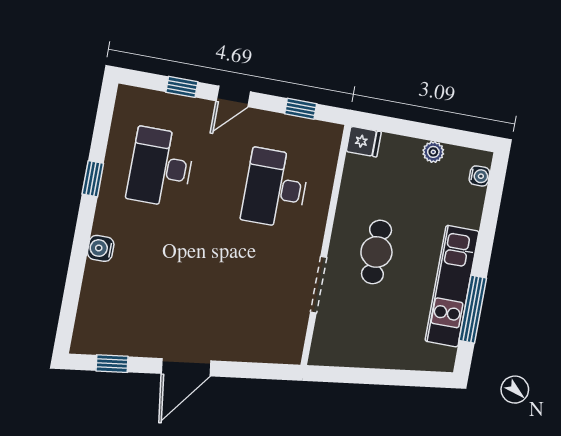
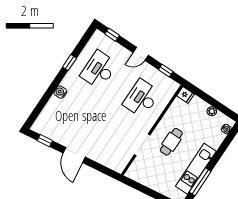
window: (182, 87) -> (112, 35), moved
door: (186, 367) -> (74, 155), hinge flipped

